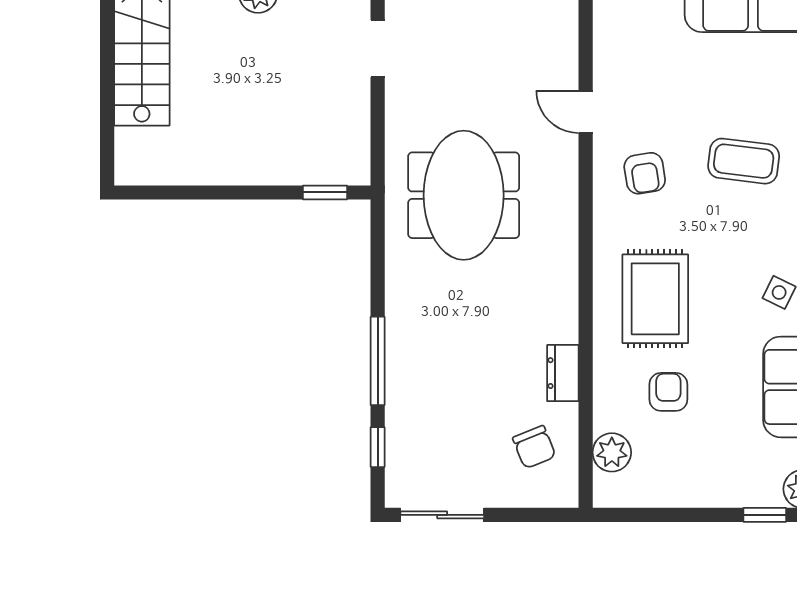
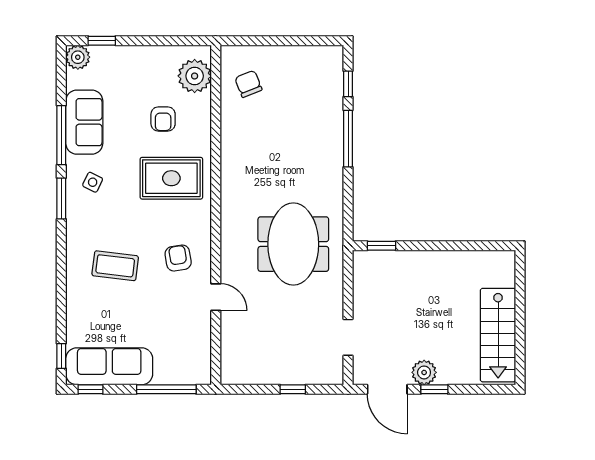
rug: (655, 299) -> (171, 178), turned 90
dresser: (563, 373) -> (230, 131), removed
plant: (612, 452) -> (195, 76), width x1.36, depth x1.36
sliding door: (442, 515) -> (307, 41), removed

